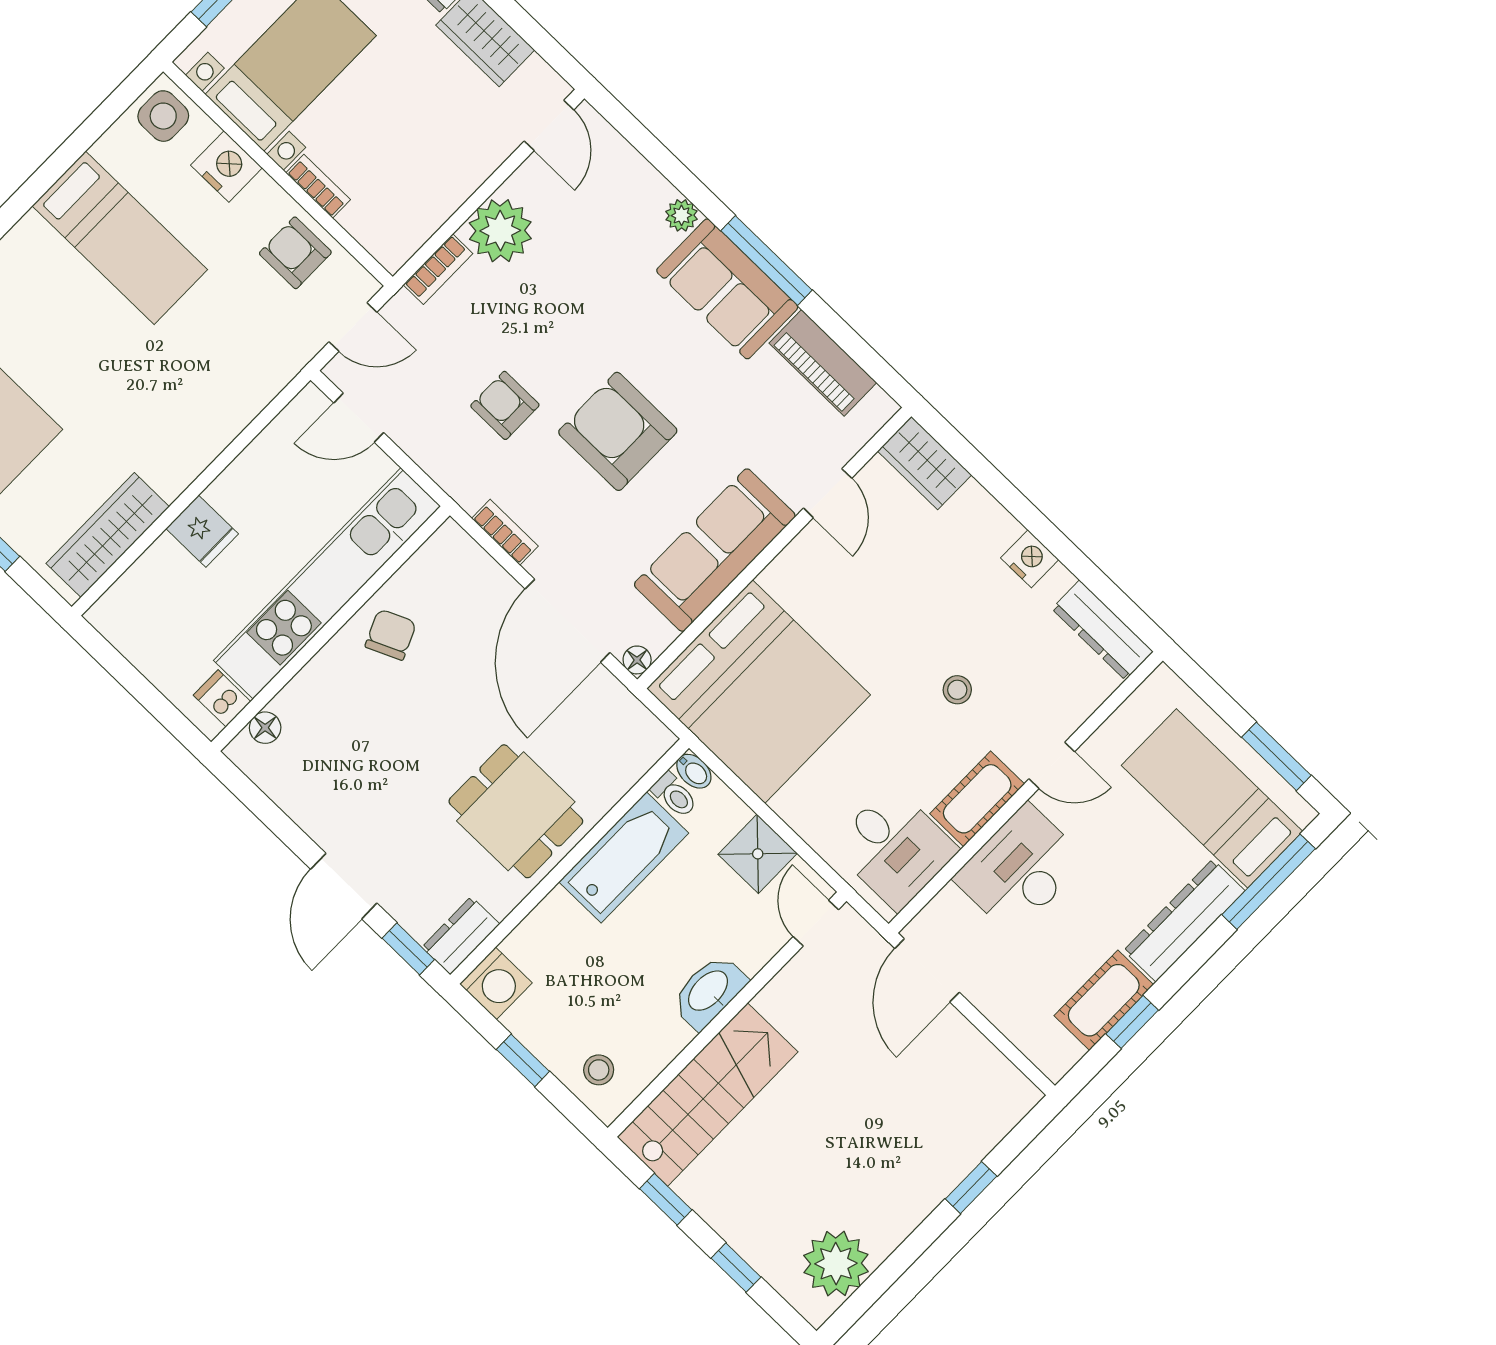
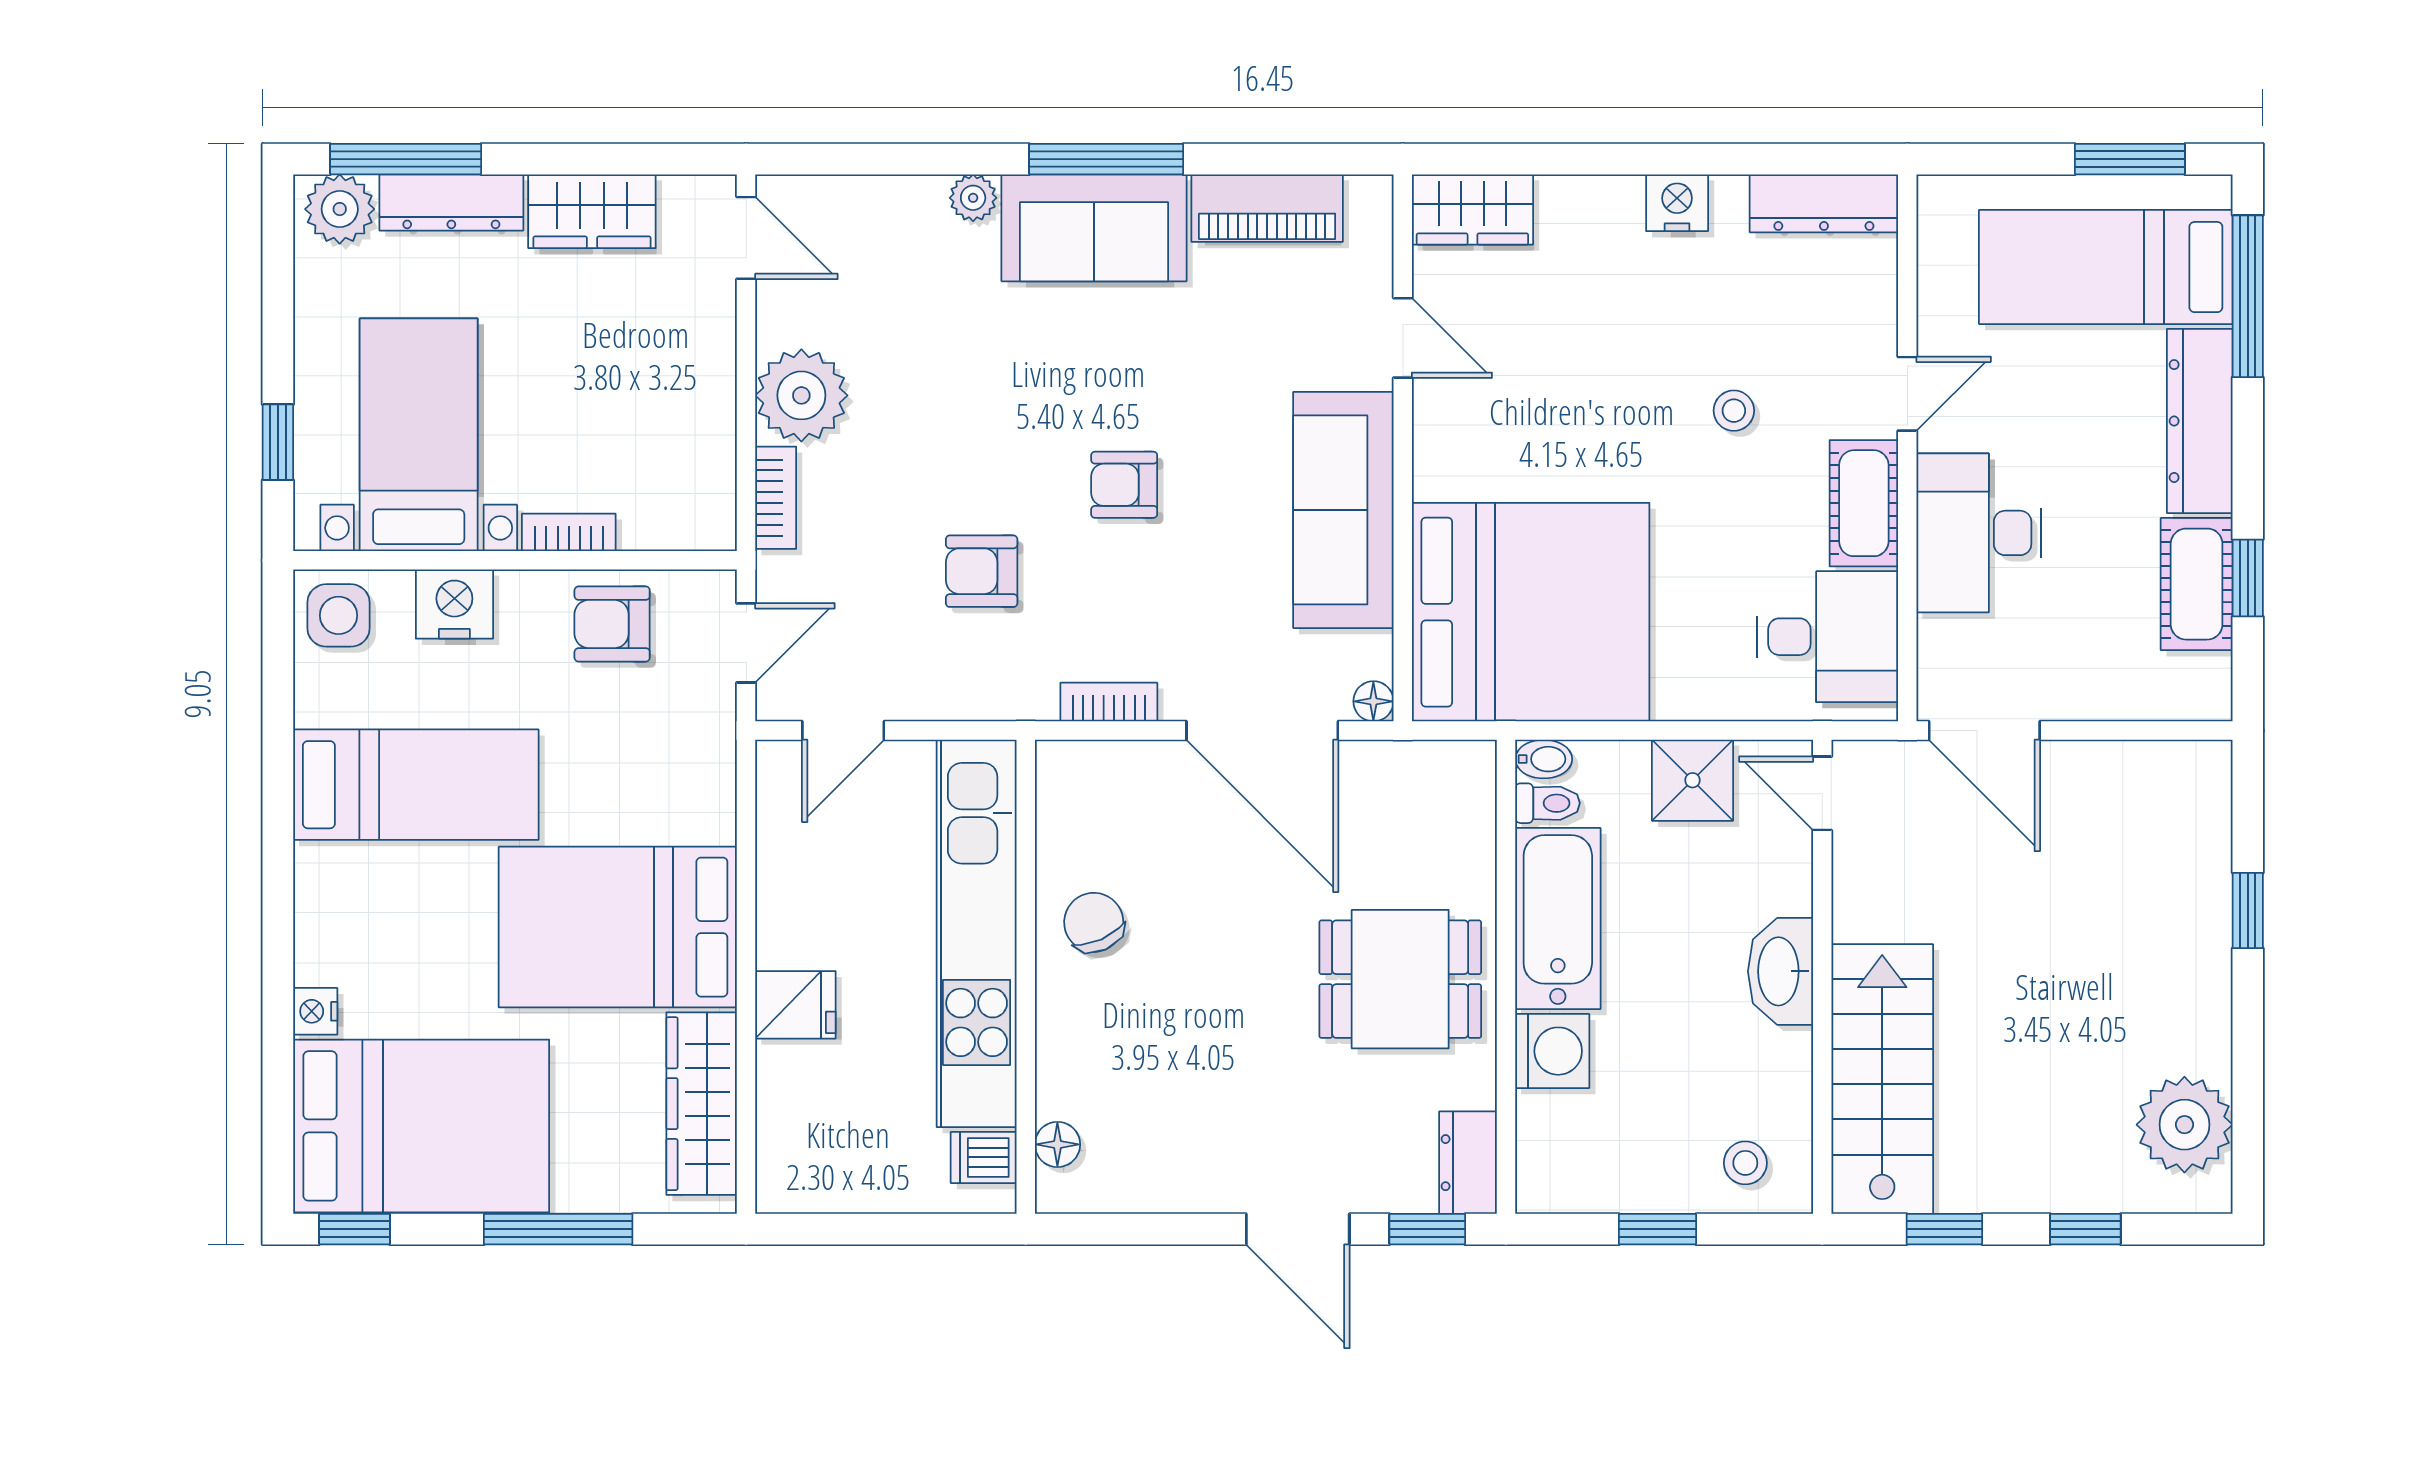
bed: (151, 406) -> (618, 927), added
armchair: (618, 431) -> (1124, 485), width x0.53, depth x0.53
washing machine: (496, 983) -> (1552, 1051), moved

